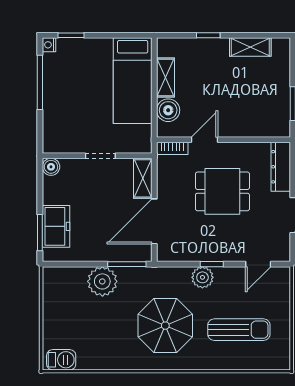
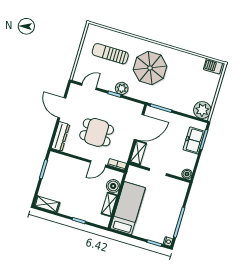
shelving: (250, 47) -> (47, 204), moved
plant: (102, 281) -> (202, 110), moved

